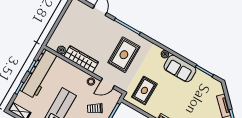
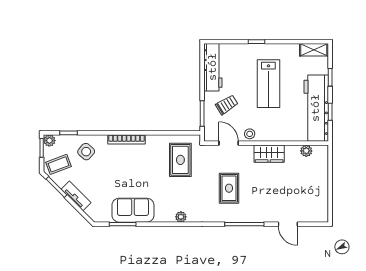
rug: (124, 55) -> (229, 188), width x0.73, depth x0.70
wardrobe: (81, 59) -> (269, 154), width x0.67
sofa: (180, 68) -> (133, 210), moved
door: (108, 83) -> (229, 143), hinge flipped

